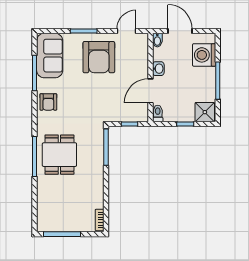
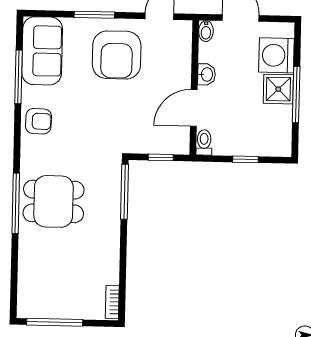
armchair: (48, 102) -> (39, 121), turned -88
shower: (205, 112) -> (278, 89), moved
dining table: (59, 155) -> (54, 201), turned 90

